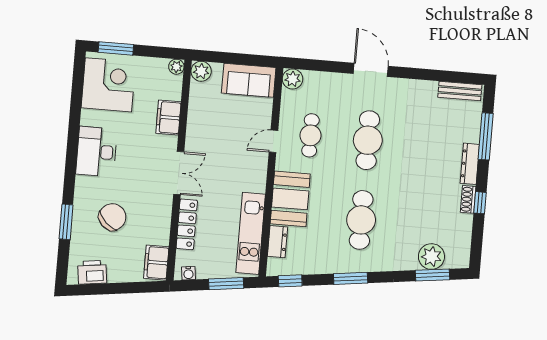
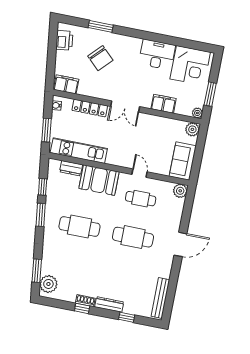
window: (116, 48) -> (210, 94), moved
bench: (460, 91) -> (160, 298), width x1.36
window: (486, 136) -> (127, 317), width x0.46
desk: (96, 152) -> (157, 55), moved
plant: (431, 257) -> (48, 284), moved
window: (290, 281) -> (43, 187), moved

